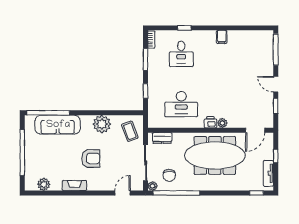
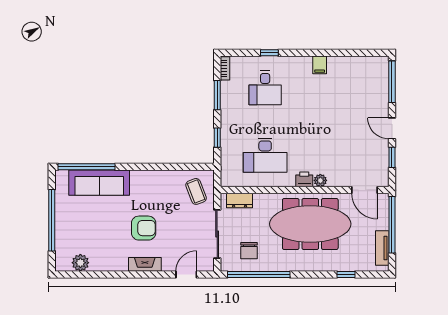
plant: (102, 124) -> (159, 182), removed
door: (255, 130) -> (364, 190), hinge flipped
window: (276, 156) -> (392, 225), width x3.17
fireplace: (74, 185) -> (145, 264), moved
plant: (152, 186) -> (227, 265), removed
window: (256, 193) -> (346, 274), moved

